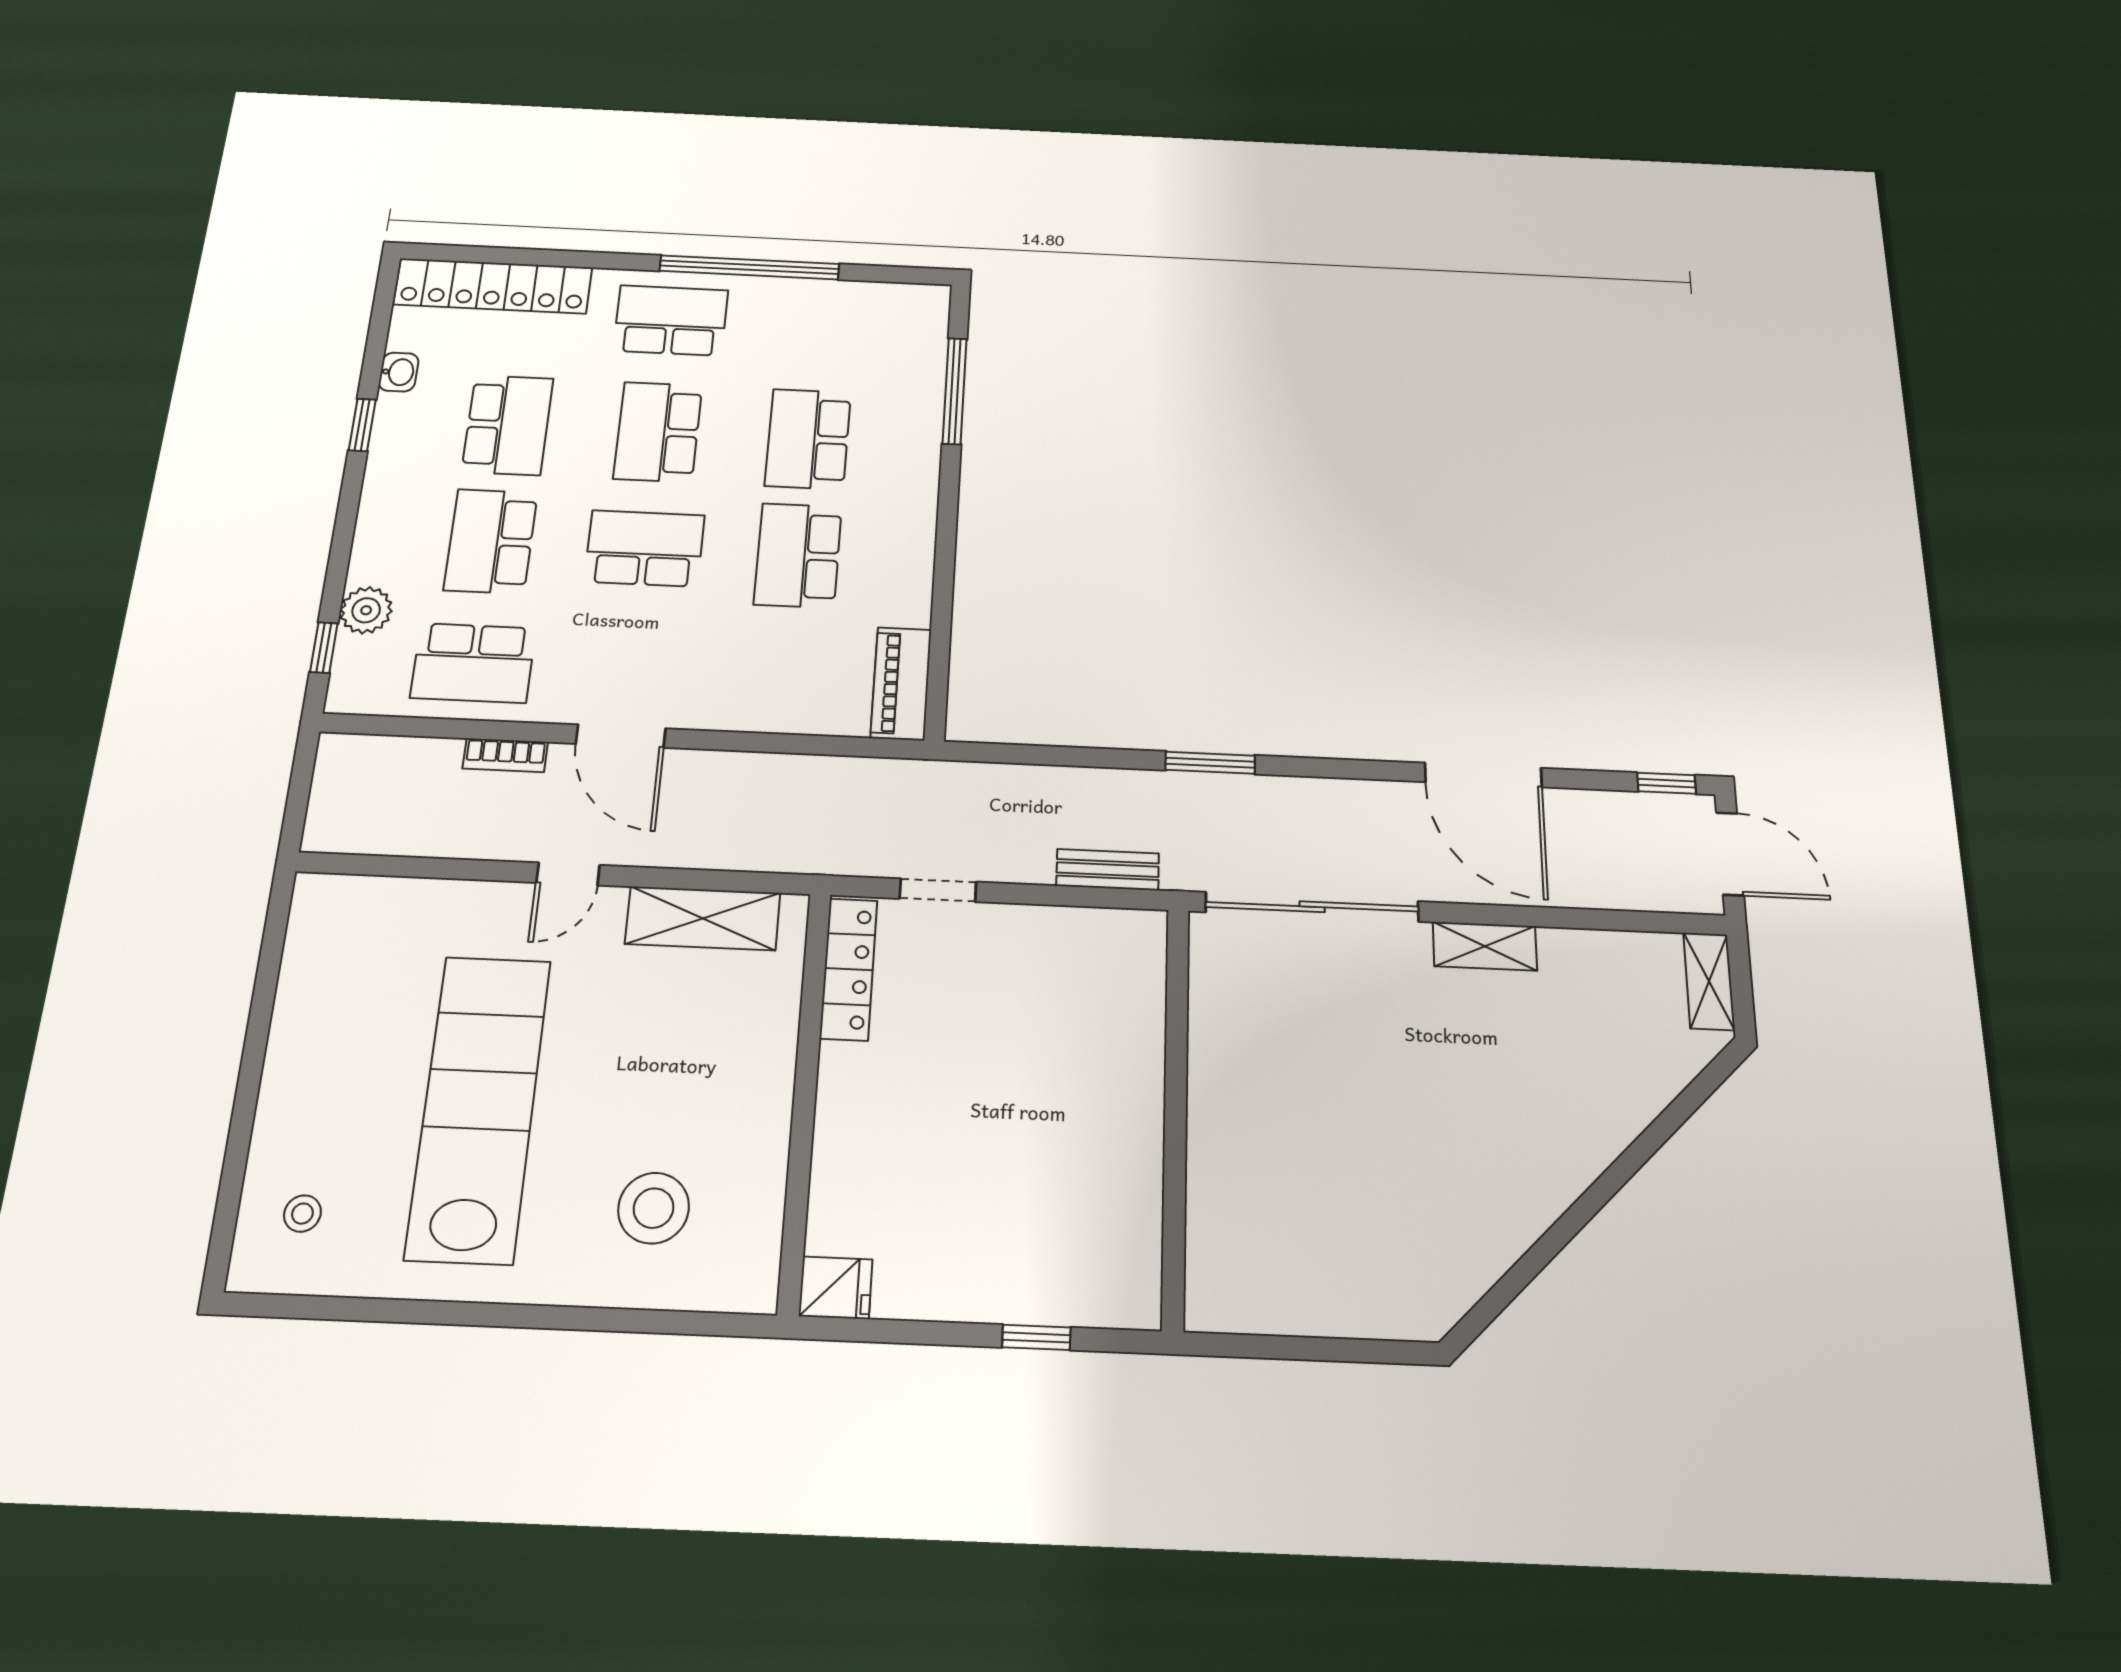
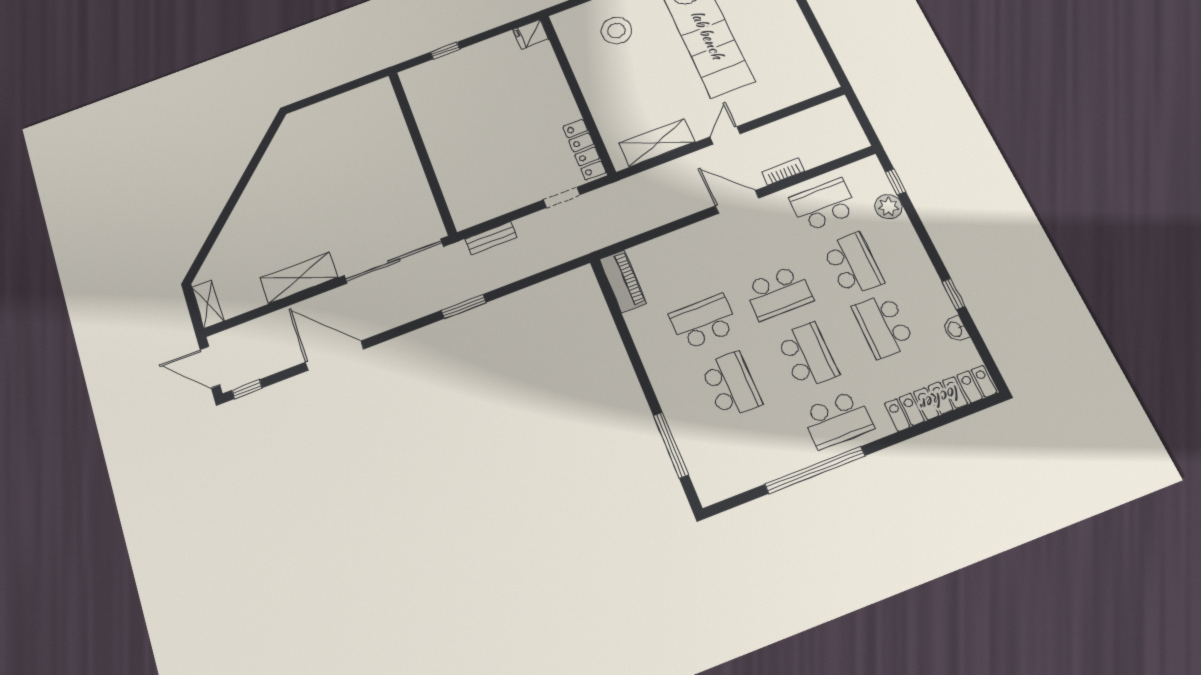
school desk: (798, 555) -> (703, 322), turned -90
shelving: (1485, 946) -> (299, 278), width x1.50, depth x1.33

